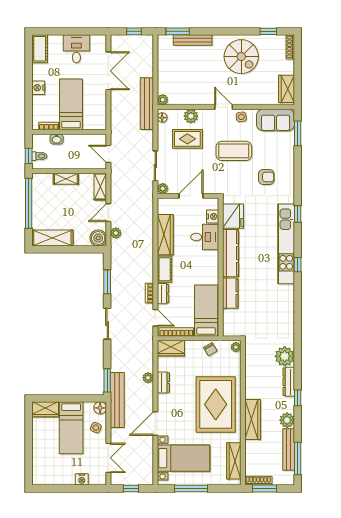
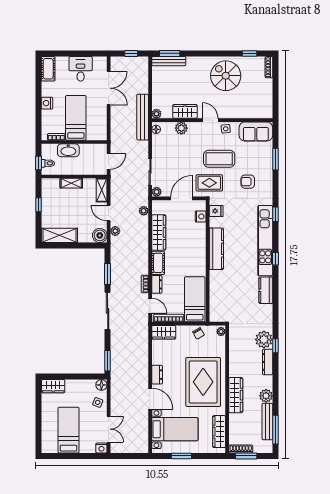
bench: (193, 40) -> (169, 61), moved
spiral stairs: (241, 57) -> (226, 76), turned 180
wardrobe: (287, 89) -> (185, 111), moved, turned 90
window: (298, 133) -> (275, 159), moved
washbasin: (57, 139) -> (68, 150), width x1.91, depth x1.45
rug: (187, 139) -> (209, 183), moved
door: (108, 154) -> (109, 161), swing flipped
armchair: (266, 177) -> (248, 182), turned 180
window: (29, 203) -> (39, 205), width x0.32
door: (108, 213) -> (109, 213), hinge flipped
fridge: (233, 216) -> (216, 211), width x0.53, depth x0.75
desk: (205, 237) -> (194, 235), removed
kitchen counter: (230, 293) -> (266, 290), moved, turned 180
sliding door: (107, 324) -> (108, 311), width x1.37
plant: (148, 378) -> (144, 211), moved
dresser: (163, 382) -> (157, 375), moved
window: (298, 398) -> (275, 346), moved
bench: (117, 400) -> (116, 378), removed
door: (155, 423) -> (150, 399), swing flipped
bed: (71, 428) -> (68, 430), moved, turned 180
nightstand: (82, 479) -> (101, 448), moved
window: (131, 488) -> (128, 456), removed
window: (191, 488) -> (181, 456), width x0.69

